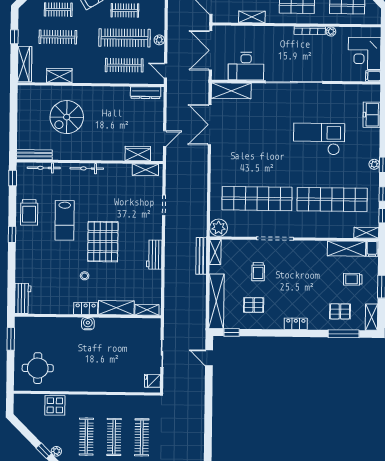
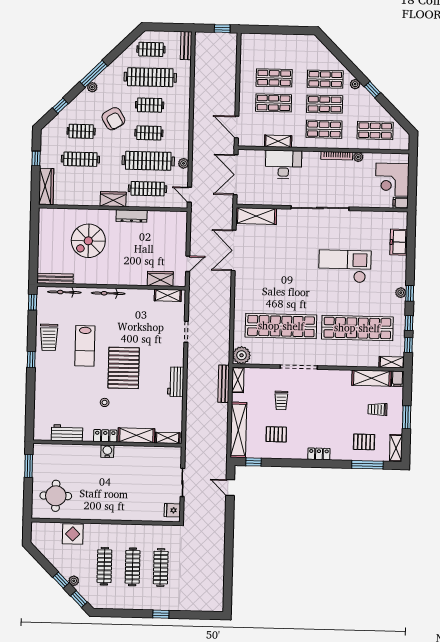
desk: (246, 66) -> (283, 164), moved, turned 180
wardrobe: (59, 75) -> (113, 199), moved
dresser: (146, 93) -> (132, 216), moved
workbench: (23, 298) -> (67, 433), moved, turned -90

